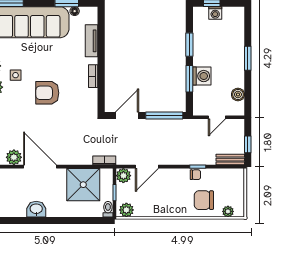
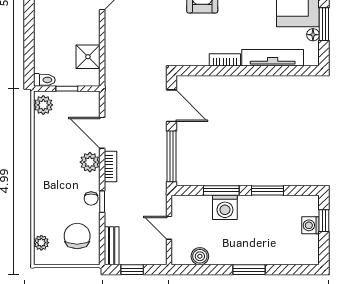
tv unit: (92, 41) -> (273, 58), width x1.41
bookcase: (104, 160) -> (110, 166), moved
plant: (123, 176) -> (90, 162), moved
shower: (83, 185) -> (88, 57), width x0.54, depth x0.54
chair: (204, 200) -> (77, 236), moved

